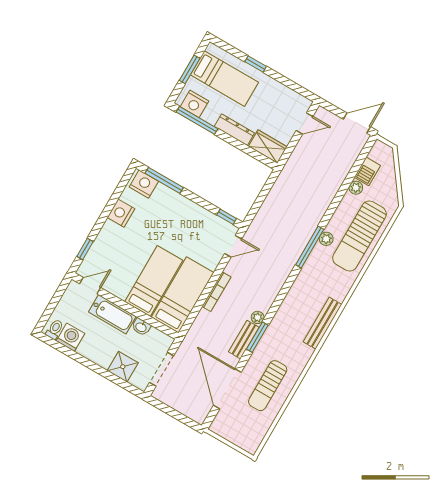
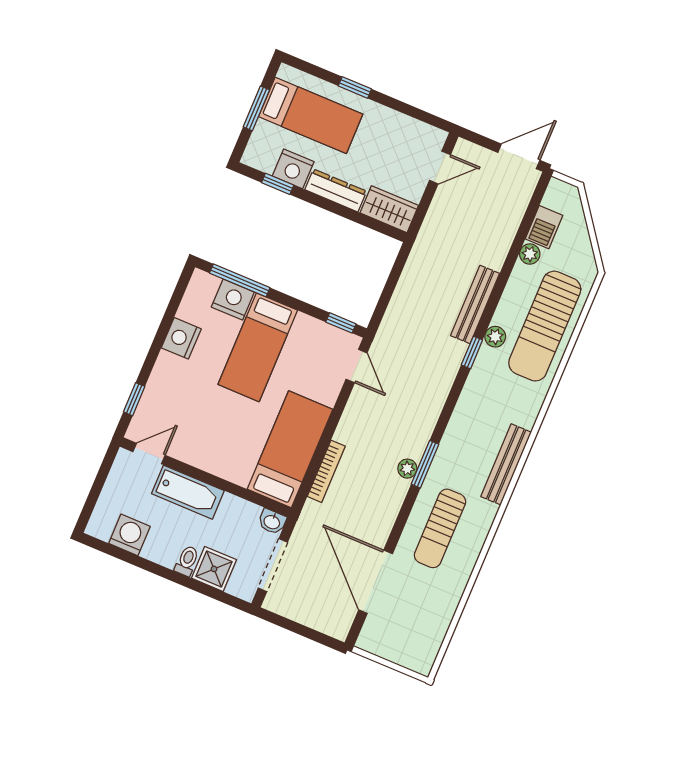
nightstand: (194, 104) -> (293, 169), moved
window: (197, 120) -> (278, 184), width x0.46
nightstand: (144, 184) -> (233, 300), moved
door: (233, 246) -> (356, 366), hinge flipped
window: (310, 247) -> (472, 352), width x0.46
bed: (154, 281) -> (258, 347), moved, turned 180
bookcase: (216, 292) -> (326, 471), moved
washbasin: (141, 327) -> (272, 522), moved
toilet: (55, 329) -> (187, 561), moved
window: (257, 337) -> (425, 464), moved
bench: (244, 340) -> (475, 304), moved, width x1.36
sun lounger: (268, 386) -> (440, 528), moved

